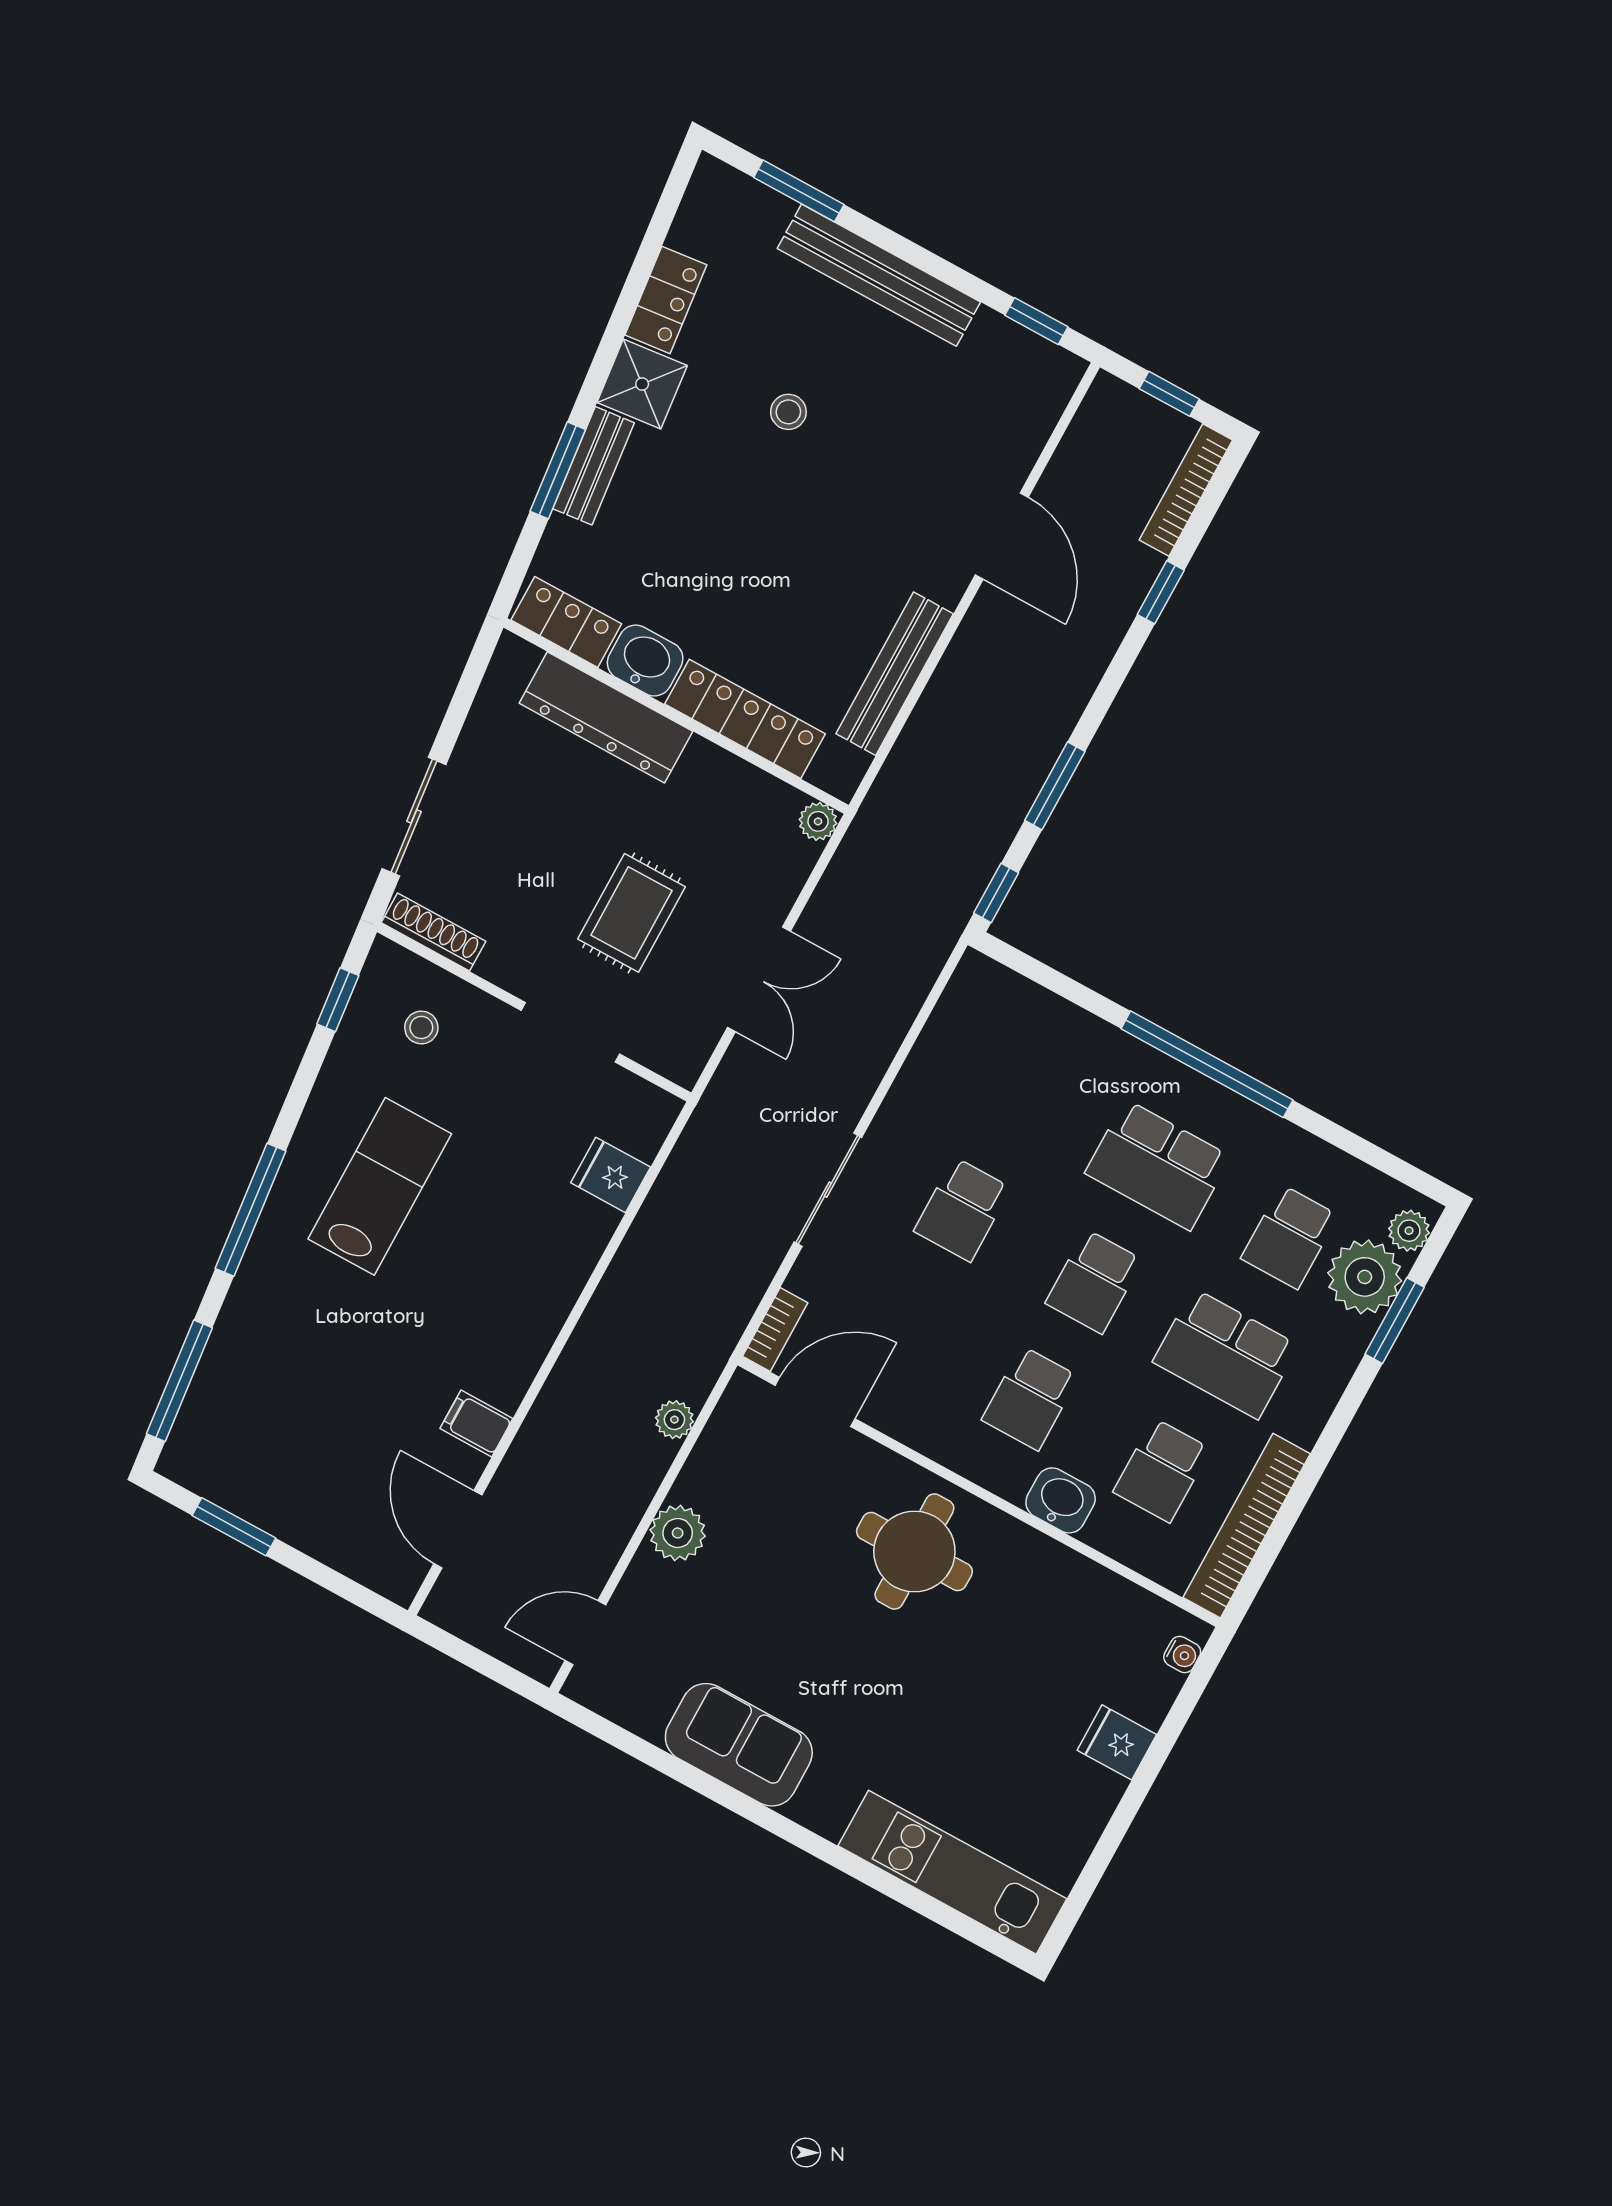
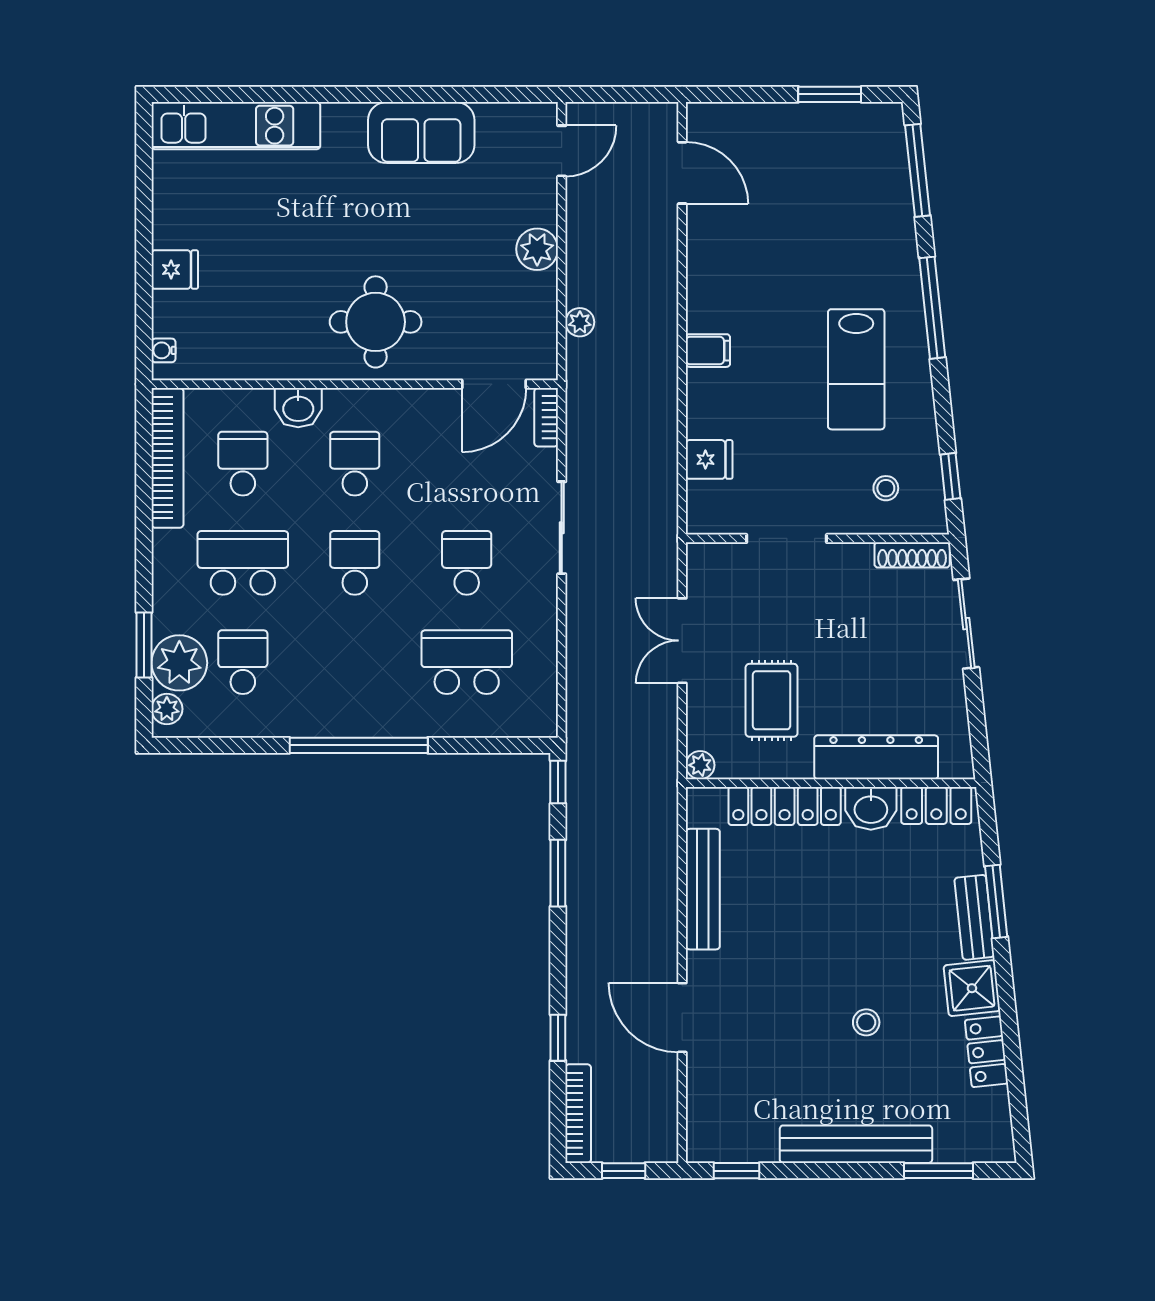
rug: (631, 913) -> (772, 700), moved
school desk: (1158, 1165) -> (467, 662), moved
filing cabinet: (476, 1424) -> (708, 351), moved

